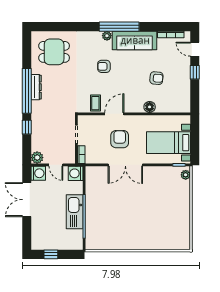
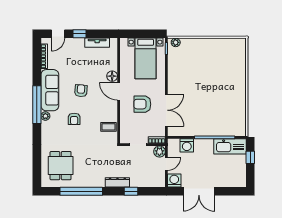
armchair: (156, 78) -> (81, 91), moved
dresser: (36, 87) -> (117, 182), moved
window: (27, 91) -> (81, 191), moved
tv unit: (185, 91) -> (97, 43), added
door: (114, 114) -> (119, 91), moved
plant: (37, 158) -> (159, 152), moved
double door: (125, 165) -> (166, 110), moved
washing machine: (76, 173) -> (187, 145), moved
kitchen sink: (75, 212) -> (230, 146), moved
window: (51, 254) -> (250, 157), moved

